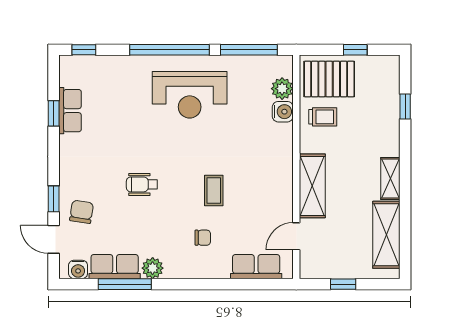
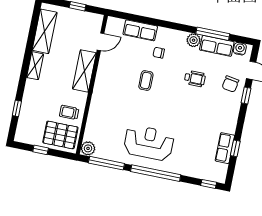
plant: (282, 89) -> (88, 148), moved
water cooler: (283, 112) -> (93, 121), removed
wheelchair: (142, 184) -> (195, 79), moved
row of seats: (256, 267) -> (140, 30), moved

